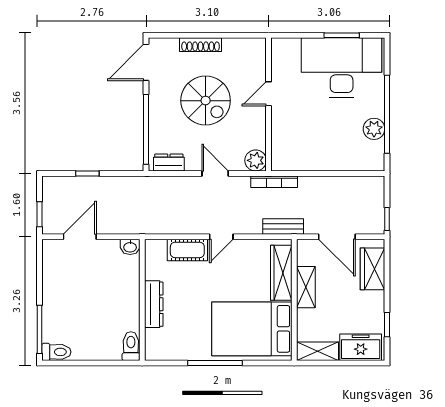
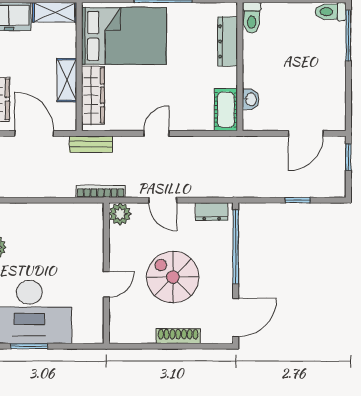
washbasin: (130, 247) -> (251, 99), moved, turned 90
cot: (187, 250) -> (226, 110), moved, turned 90
dresser: (154, 304) -> (228, 41), moved

